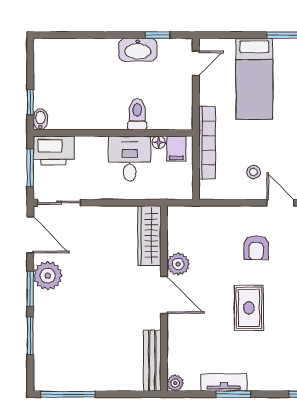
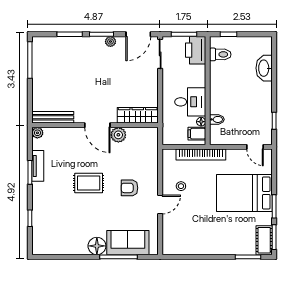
washbasin: (138, 50) -> (264, 68), moved
bed: (254, 79) -> (244, 193), width x1.50
toilet: (137, 114) -> (220, 54), moved
bidet: (40, 119) -> (217, 119), moved
plant: (48, 276) -> (110, 42), width x0.53, depth x0.53
door: (164, 295) -> (97, 125), hinge flipped

